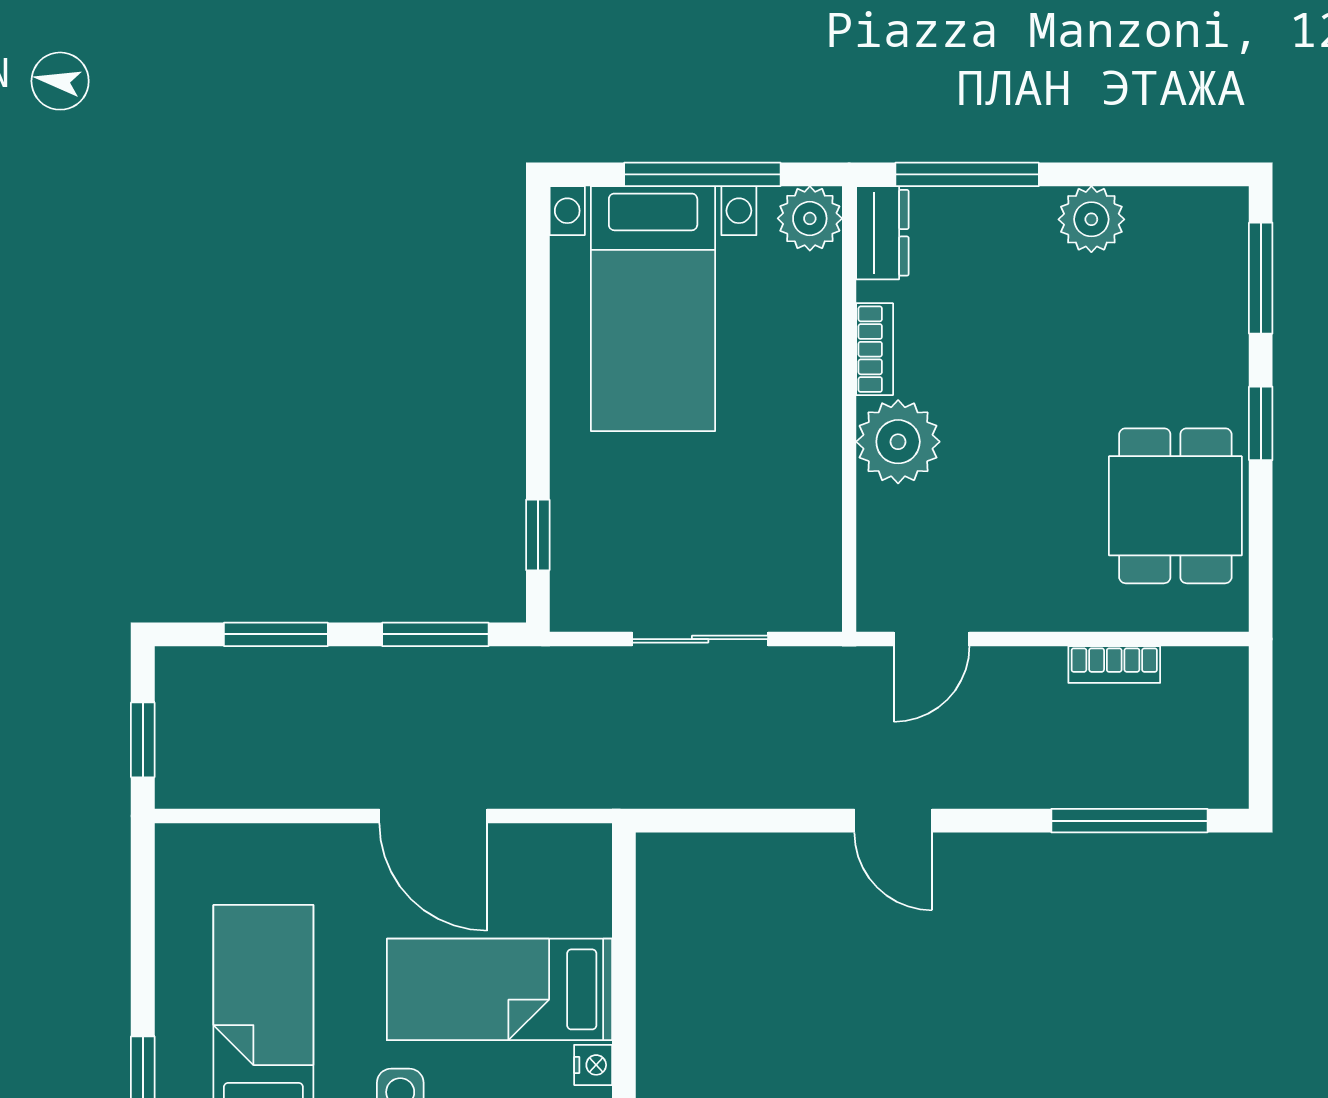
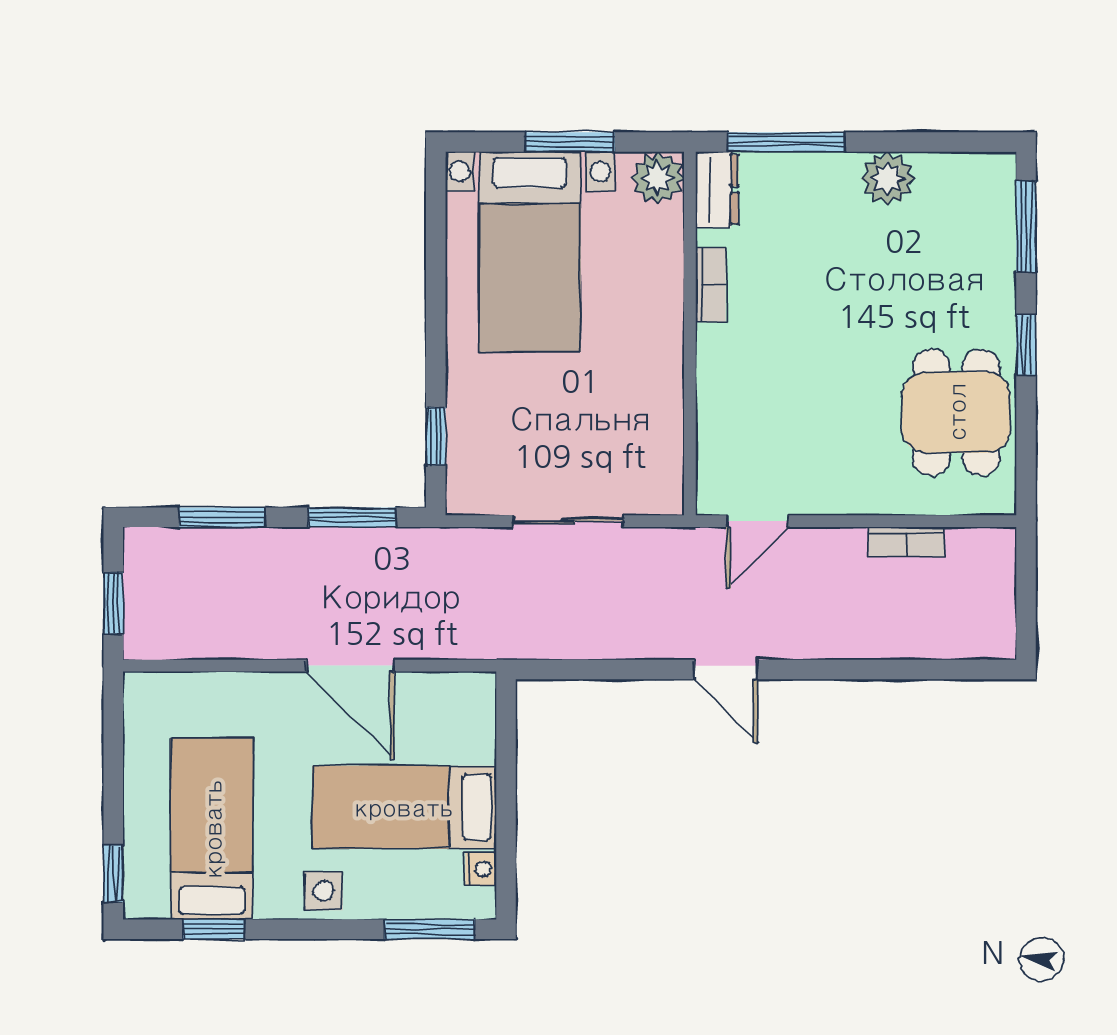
window: (702, 174) -> (570, 142), width x0.69
plant: (898, 442) -> (730, 360), removed
window: (1129, 821) -> (919, 669), removed

